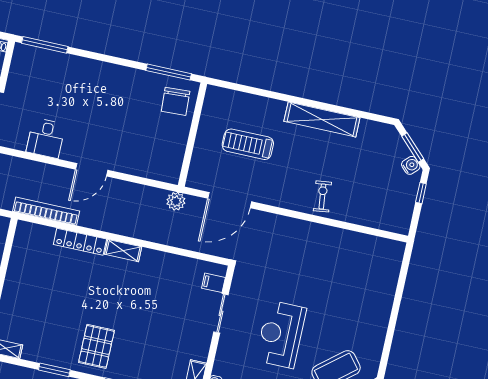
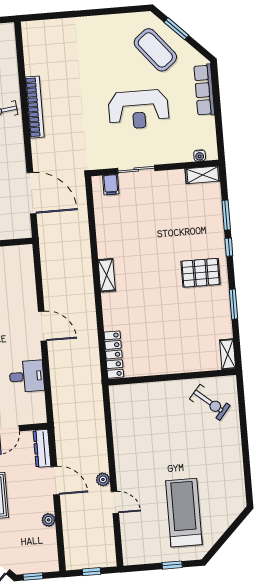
plant: (176, 201) -> (48, 241), removed
bookcase: (46, 211) -> (35, 107), moved, turned 180
locker: (80, 242) -> (114, 355), moved

